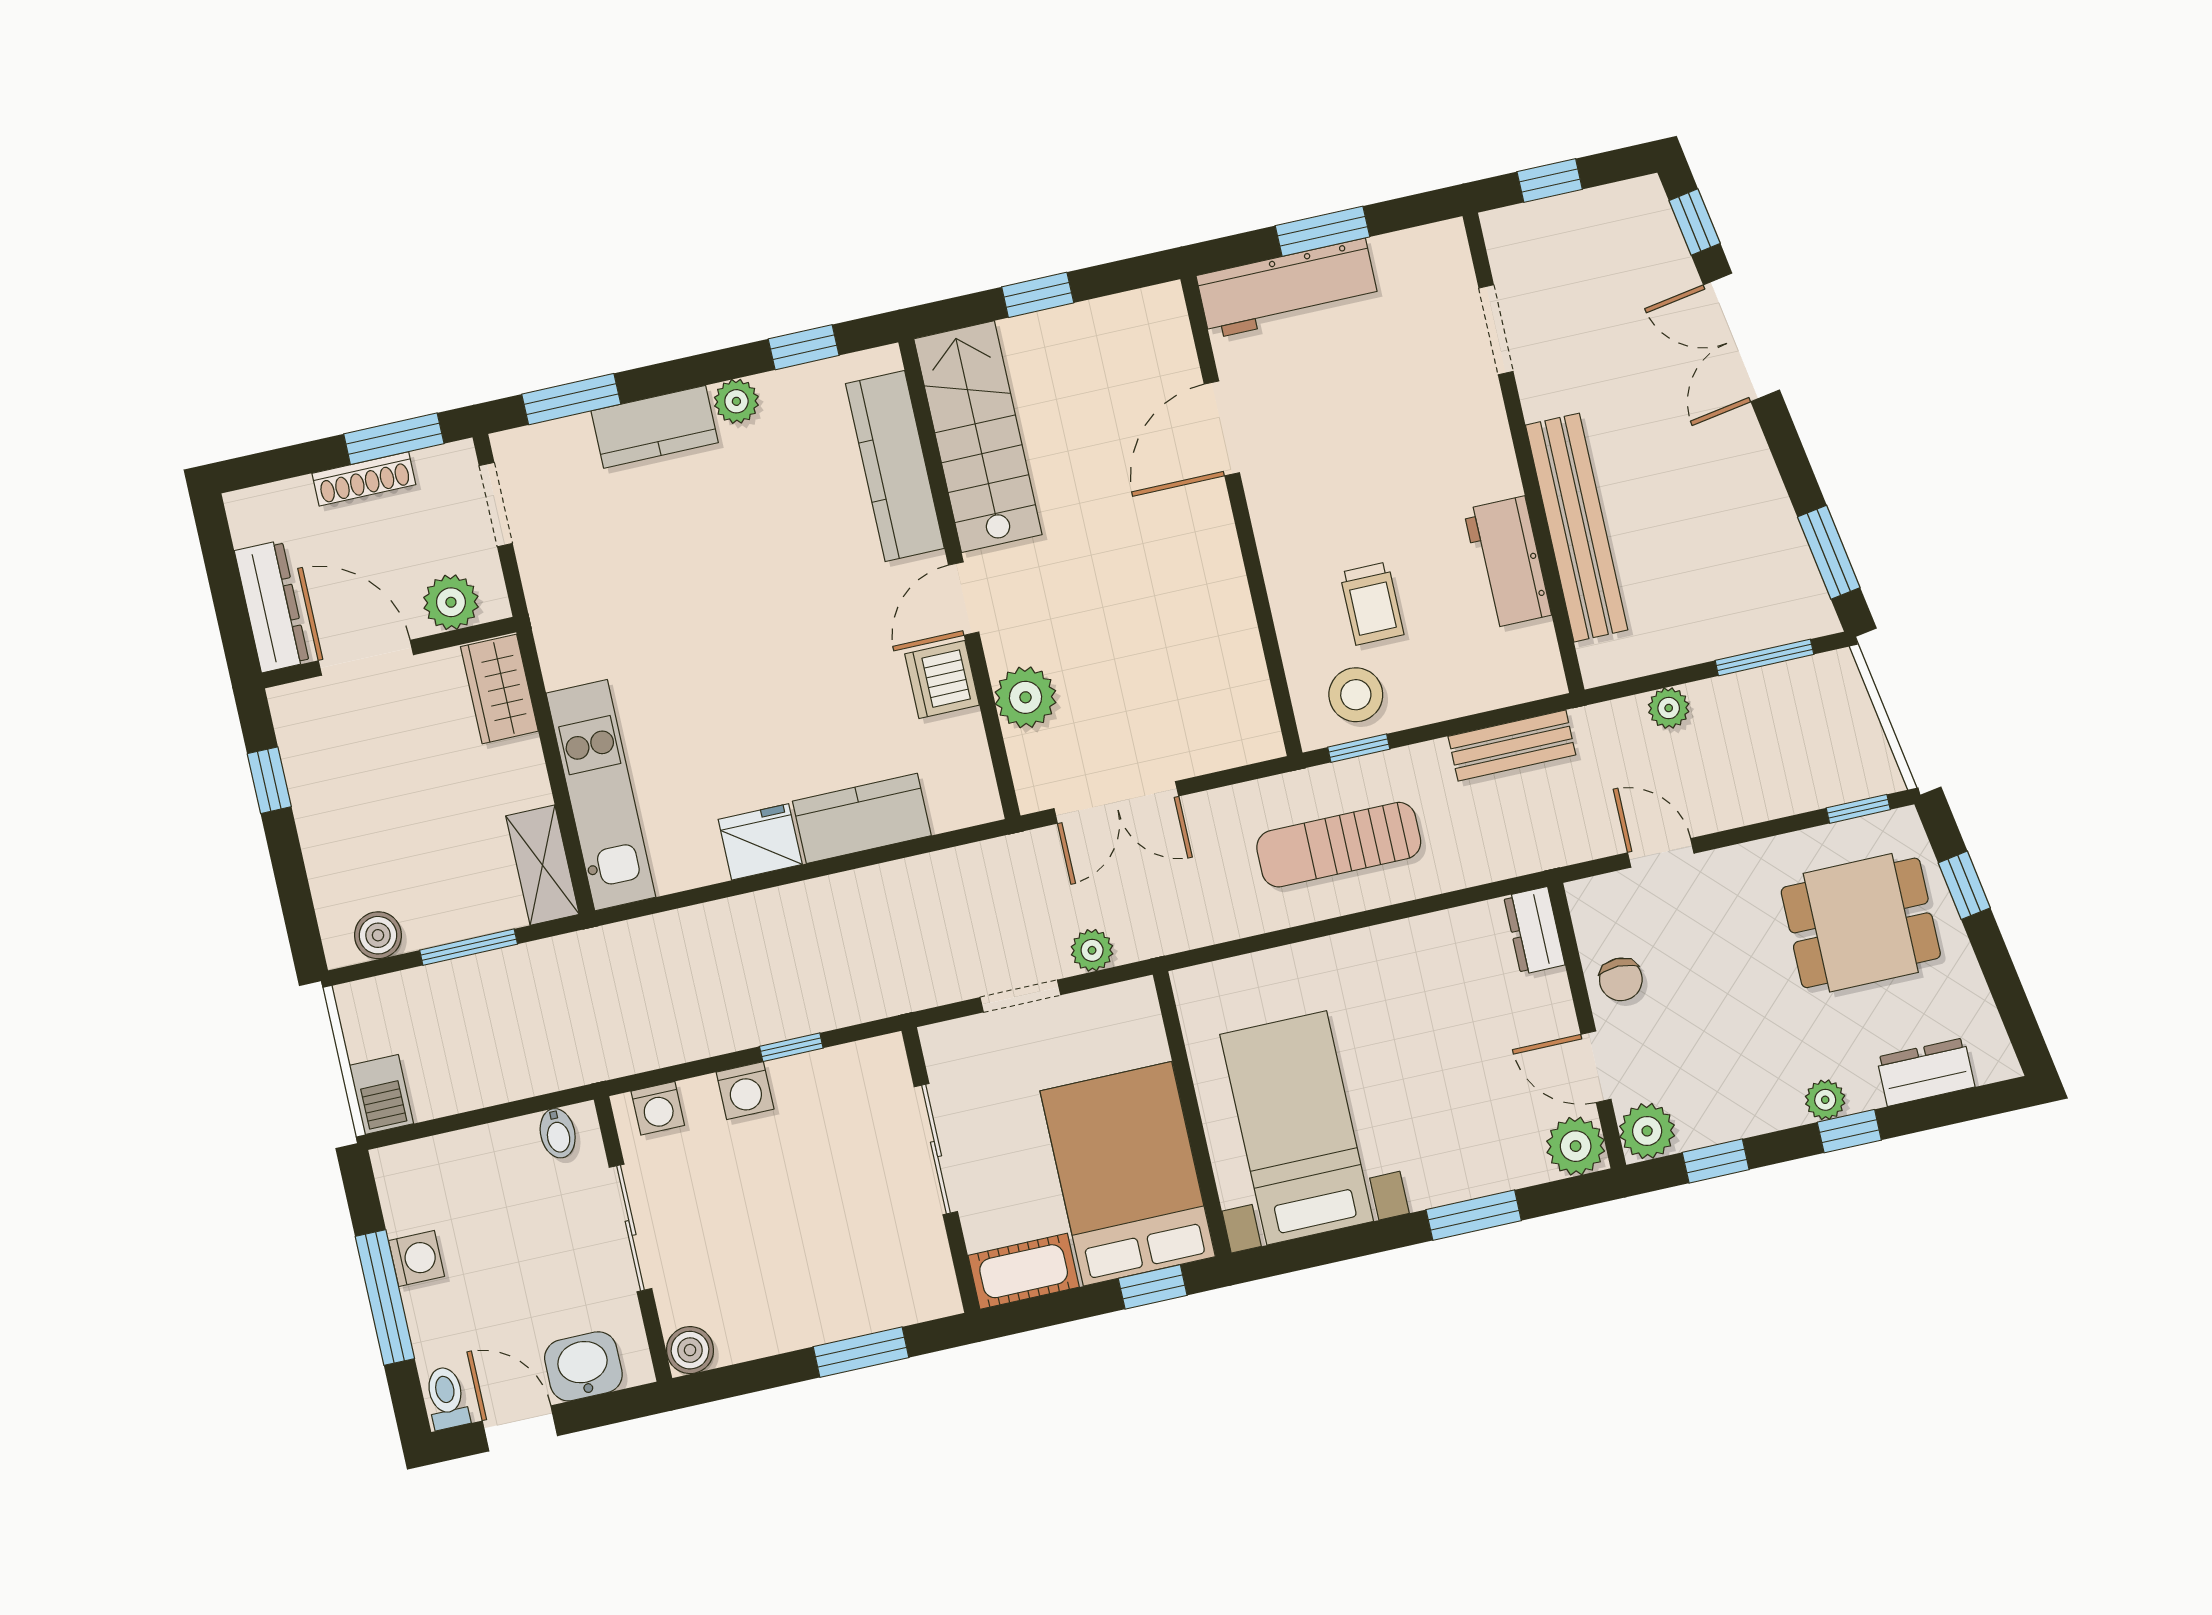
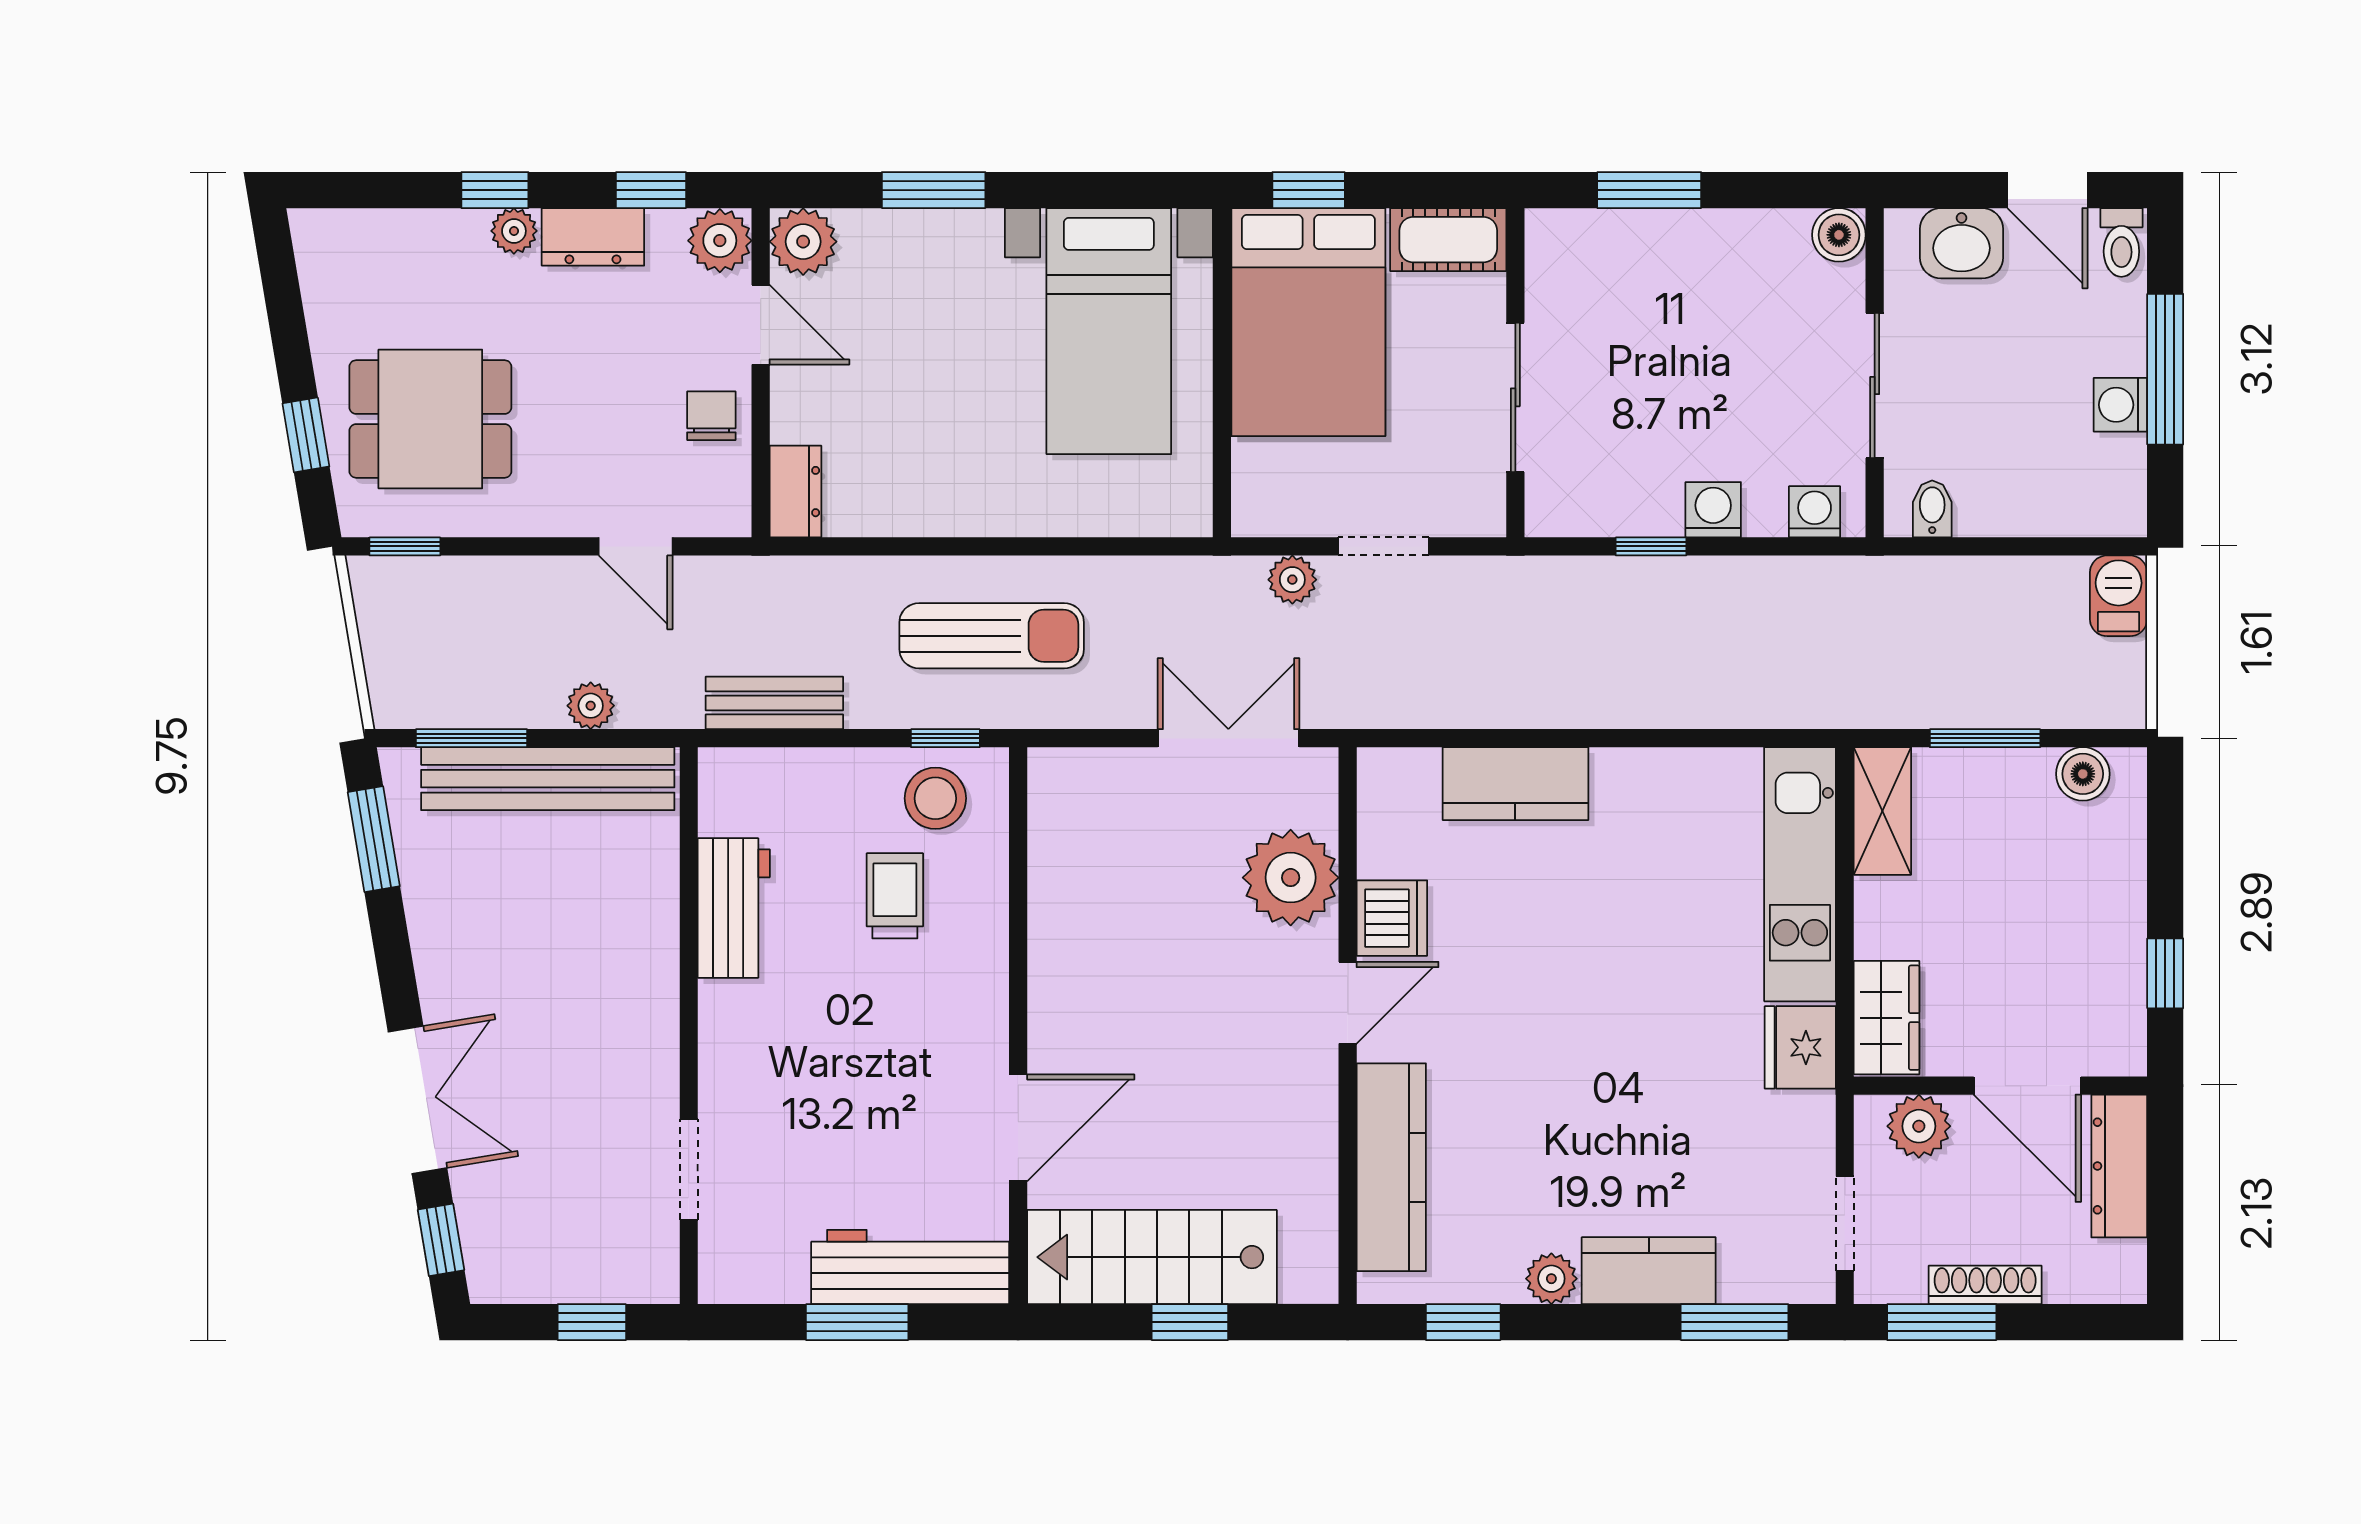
stairs: (978, 437) -> (1152, 1257), moved, turned 90
bench: (1577, 528) -> (548, 779), moved, turned 90
plant: (1026, 697) -> (1291, 878), width x1.36, depth x1.36
fridge: (760, 842) -> (1800, 1047), moved, turned 90
dresser: (1926, 1072) -> (593, 237), moved

